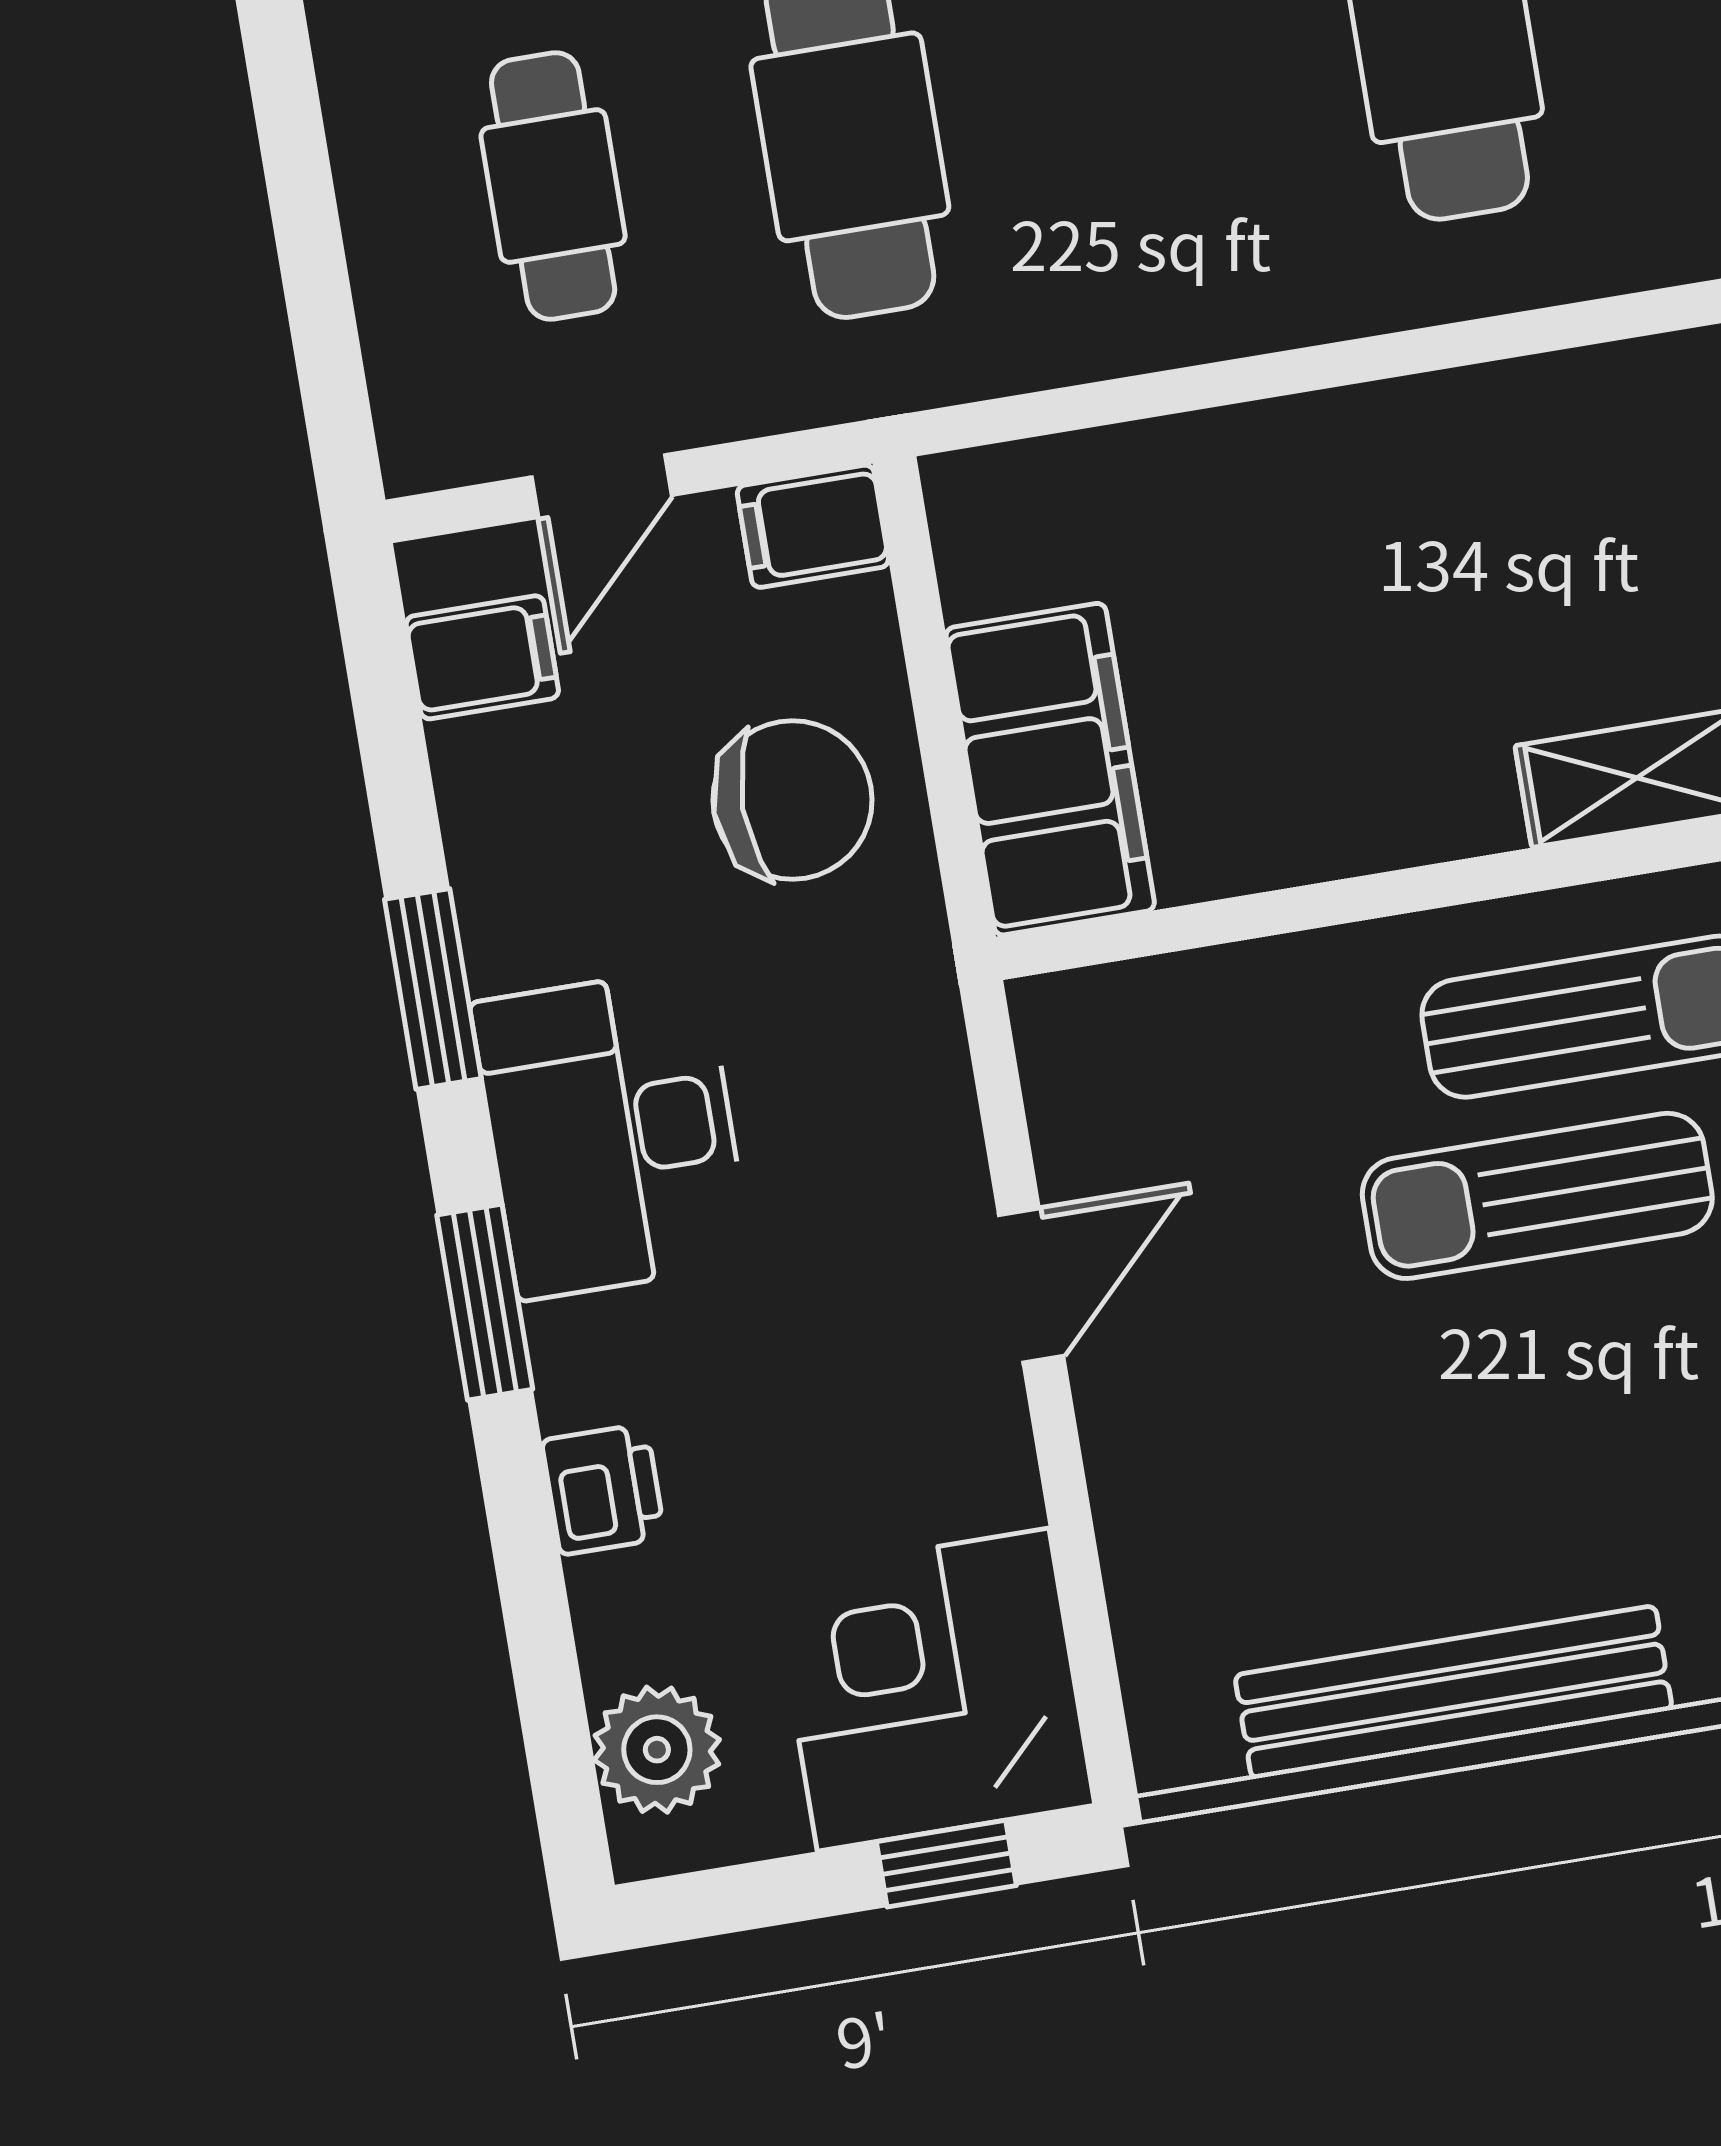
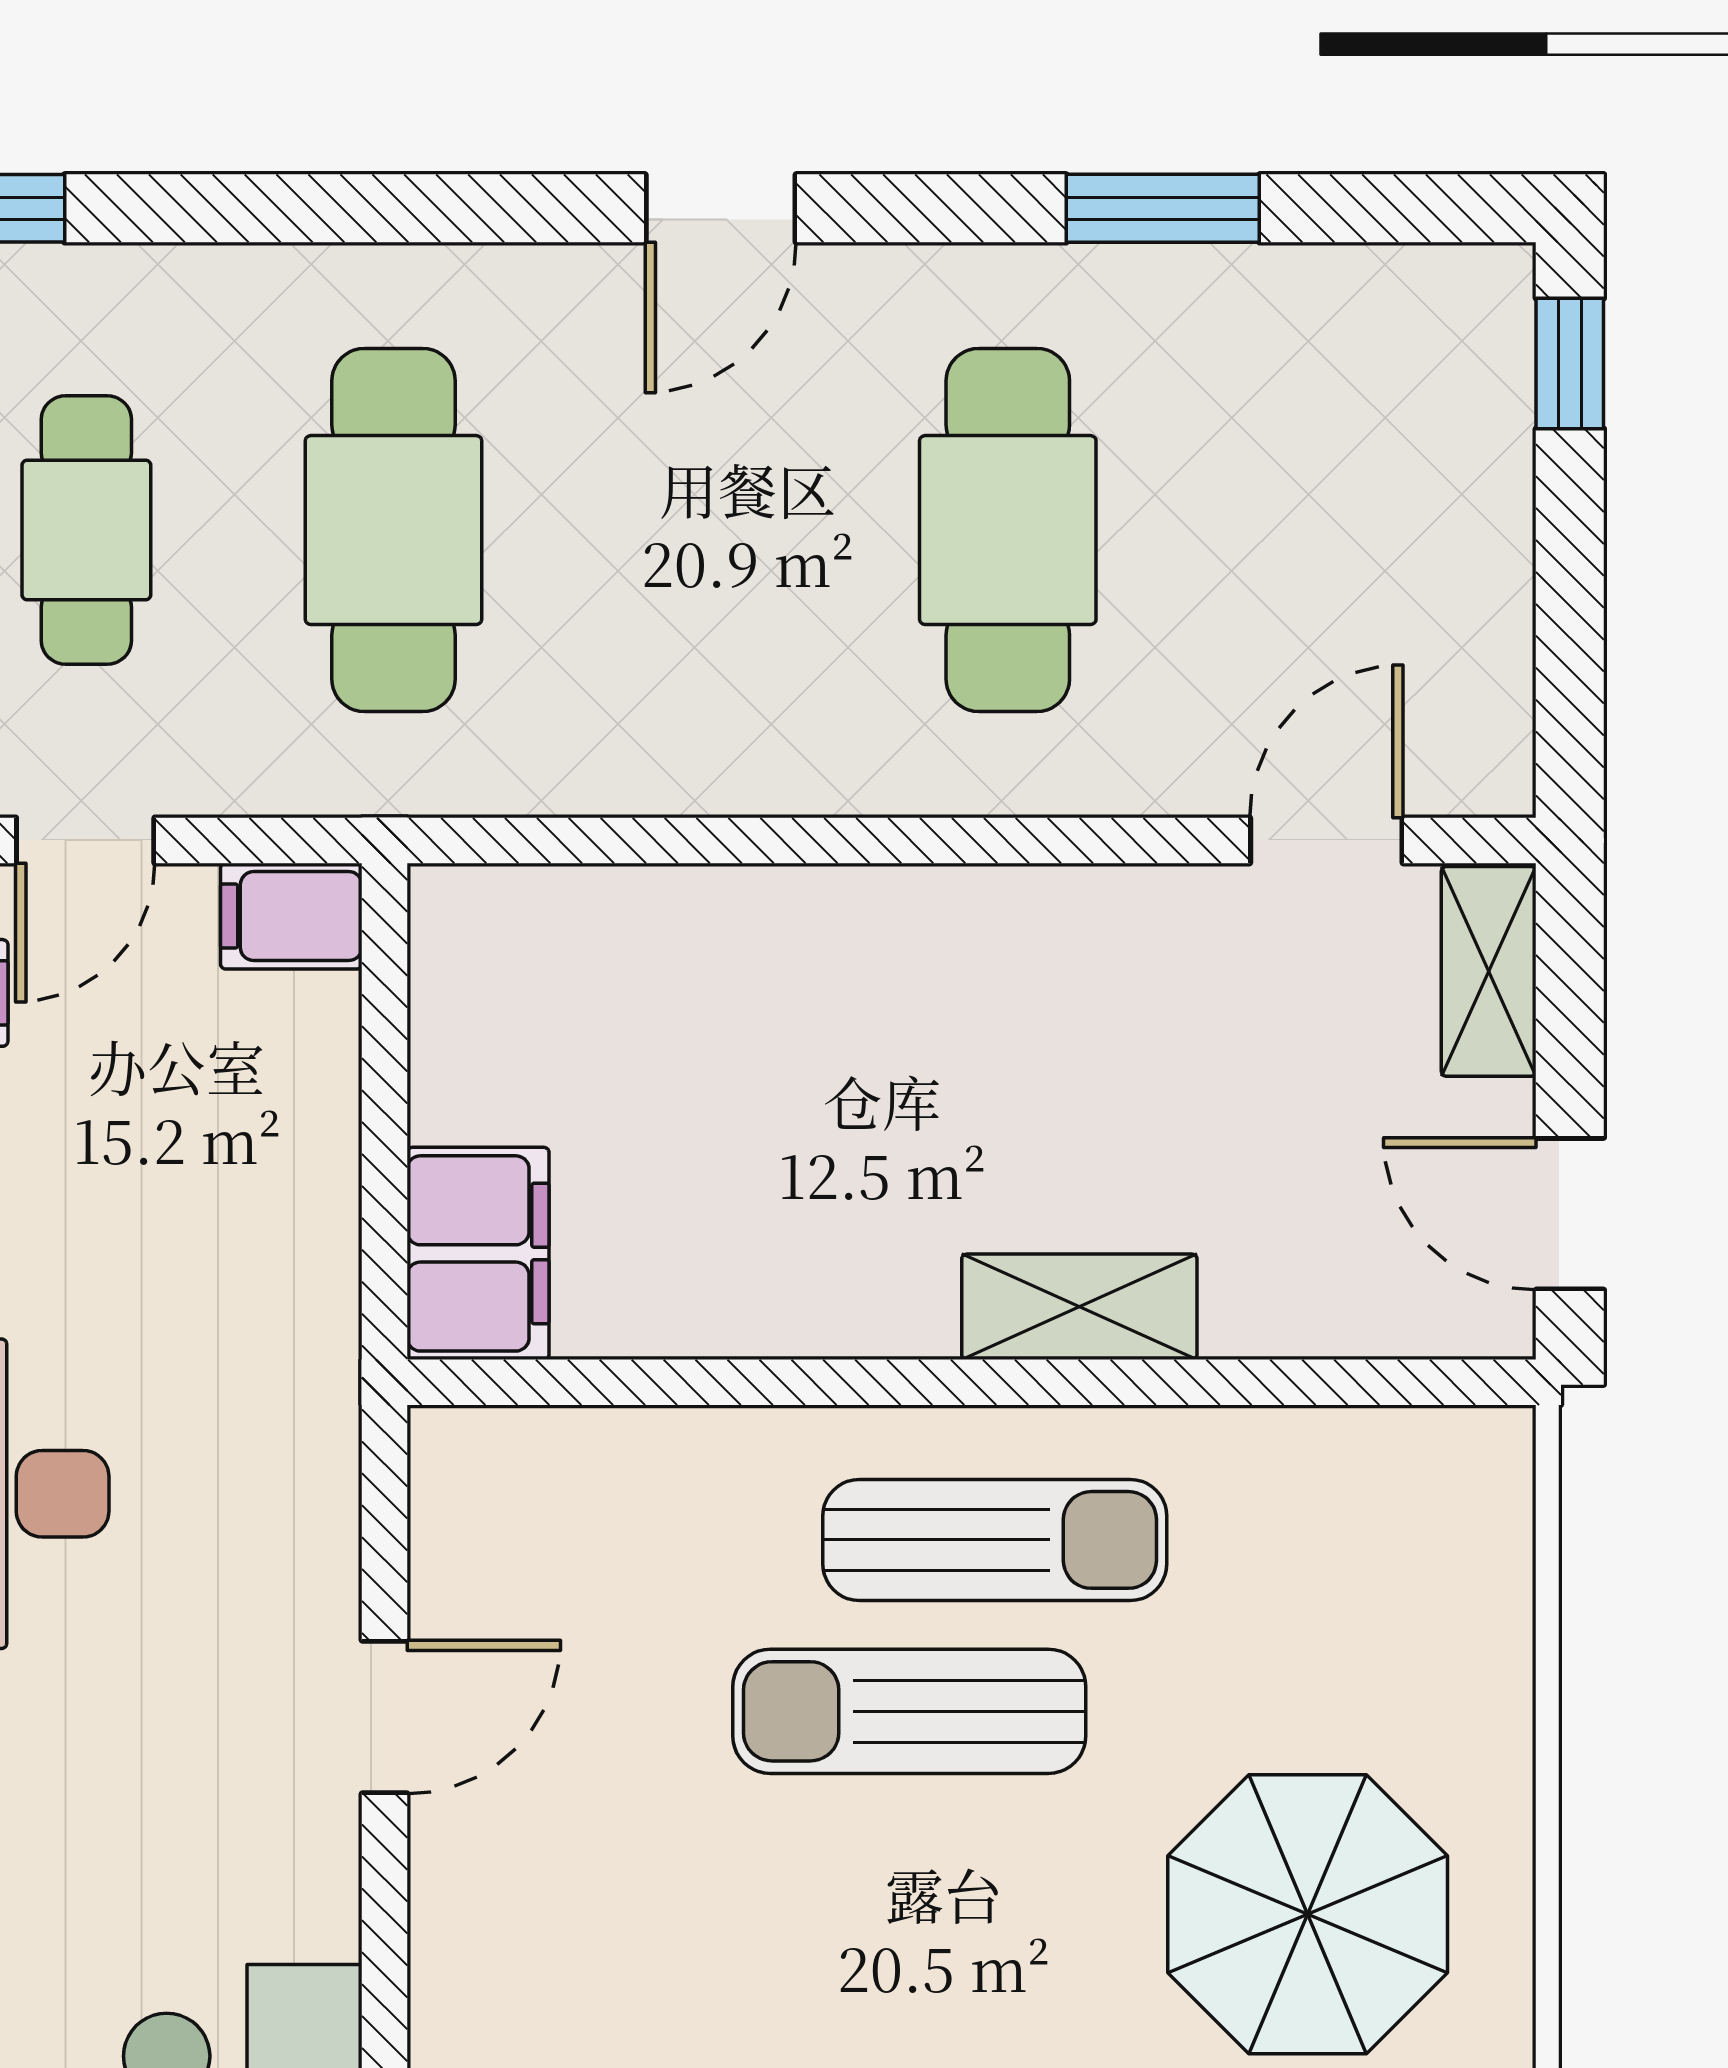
filing cabinet: (1050, 769) -> (478, 1253), width x0.67, depth x0.86
chair: (793, 800) -> (225, 1188), removed

